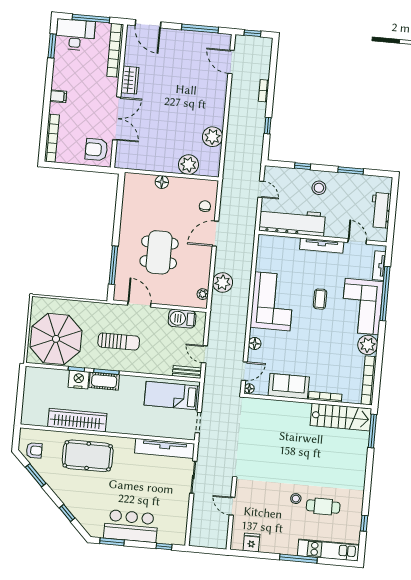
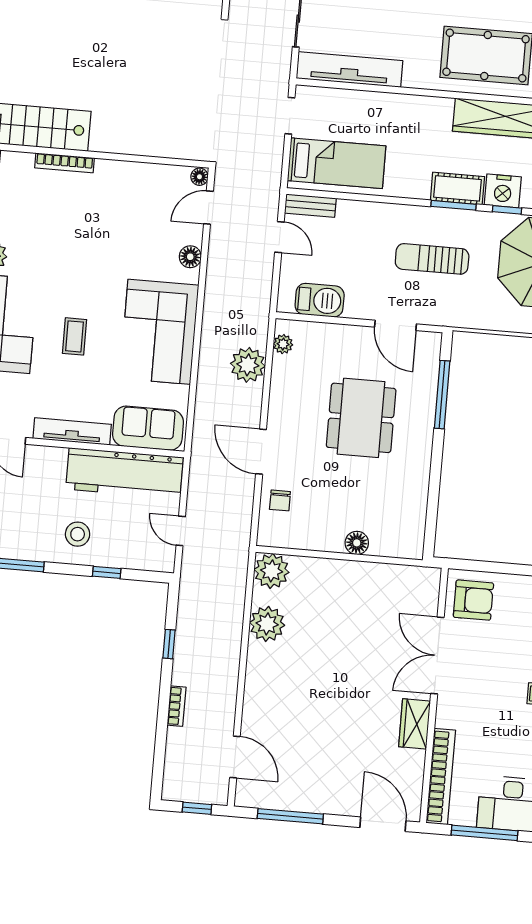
plant: (188, 165) -> (272, 571), moved
door: (215, 234) -> (261, 452), swing flipped
sofa: (289, 386) -> (148, 428), moved, turned 180

